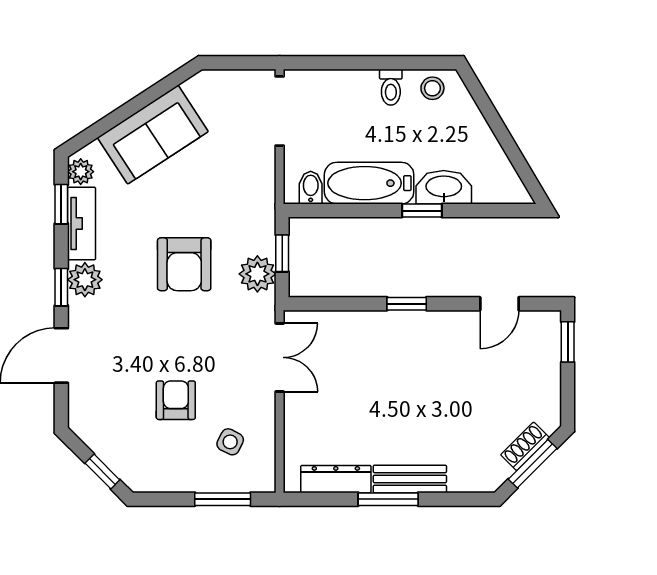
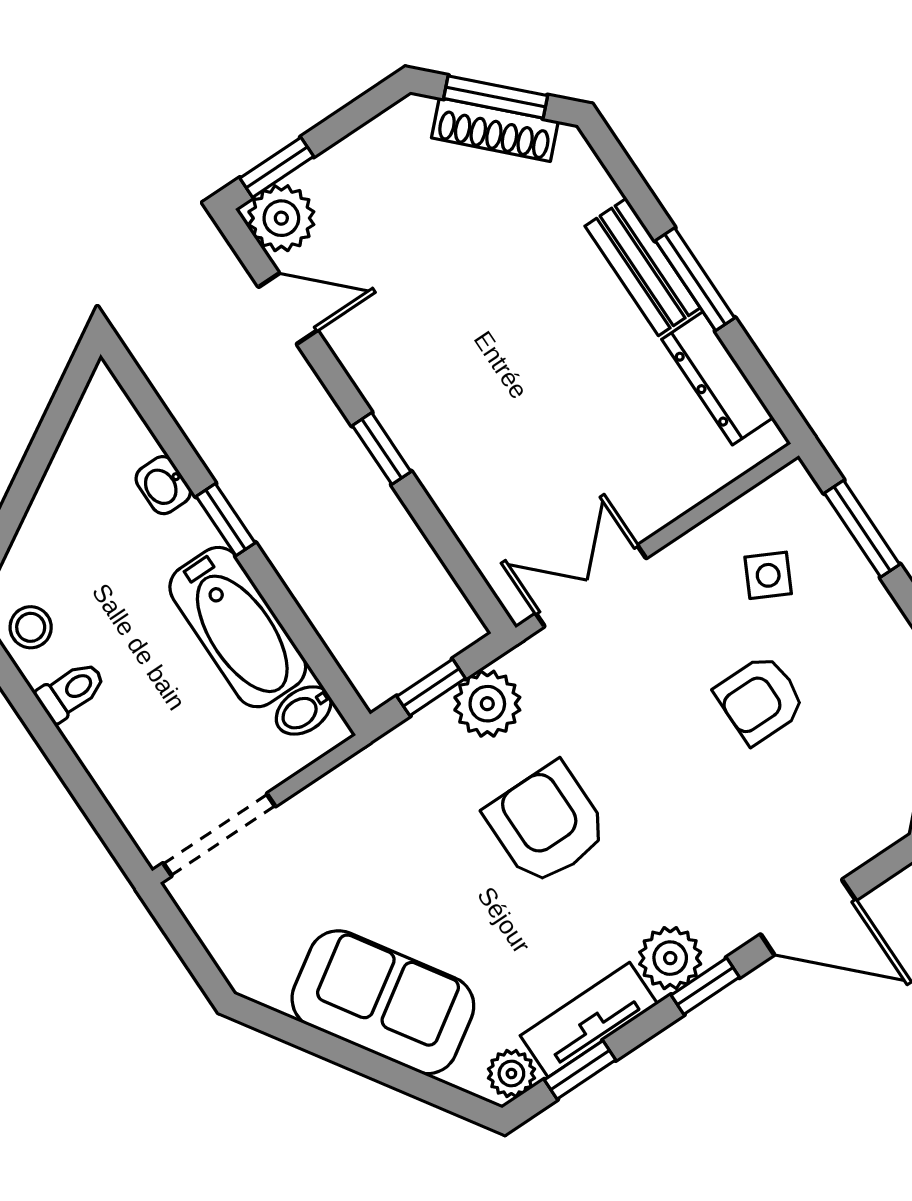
washbasin: (444, 187) -> (163, 485), width x0.52, depth x0.69
armchair: (184, 264) -> (547, 824), turned -90
plant: (543, 328) -> (281, 218), added
shoe rack: (525, 446) -> (495, 130), width x1.43

